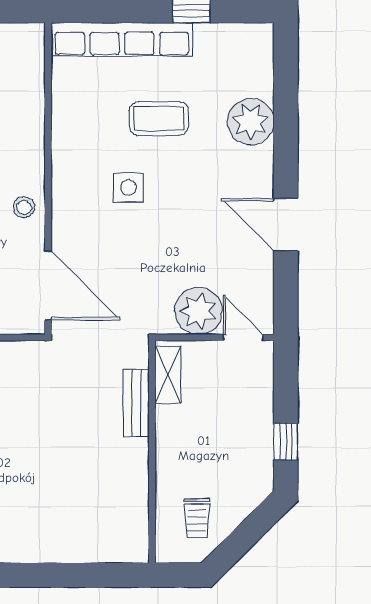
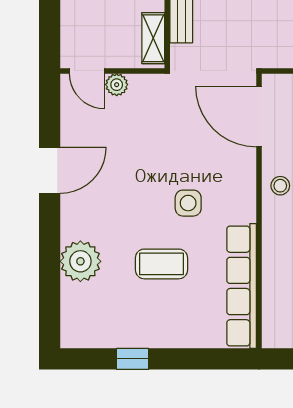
row of seats: (122, 39) -> (242, 286), moved, turned -90
door: (286, 225) -> (50, 170), hinge flipped
plant: (199, 311) -> (117, 85), width x0.53, depth x0.53

